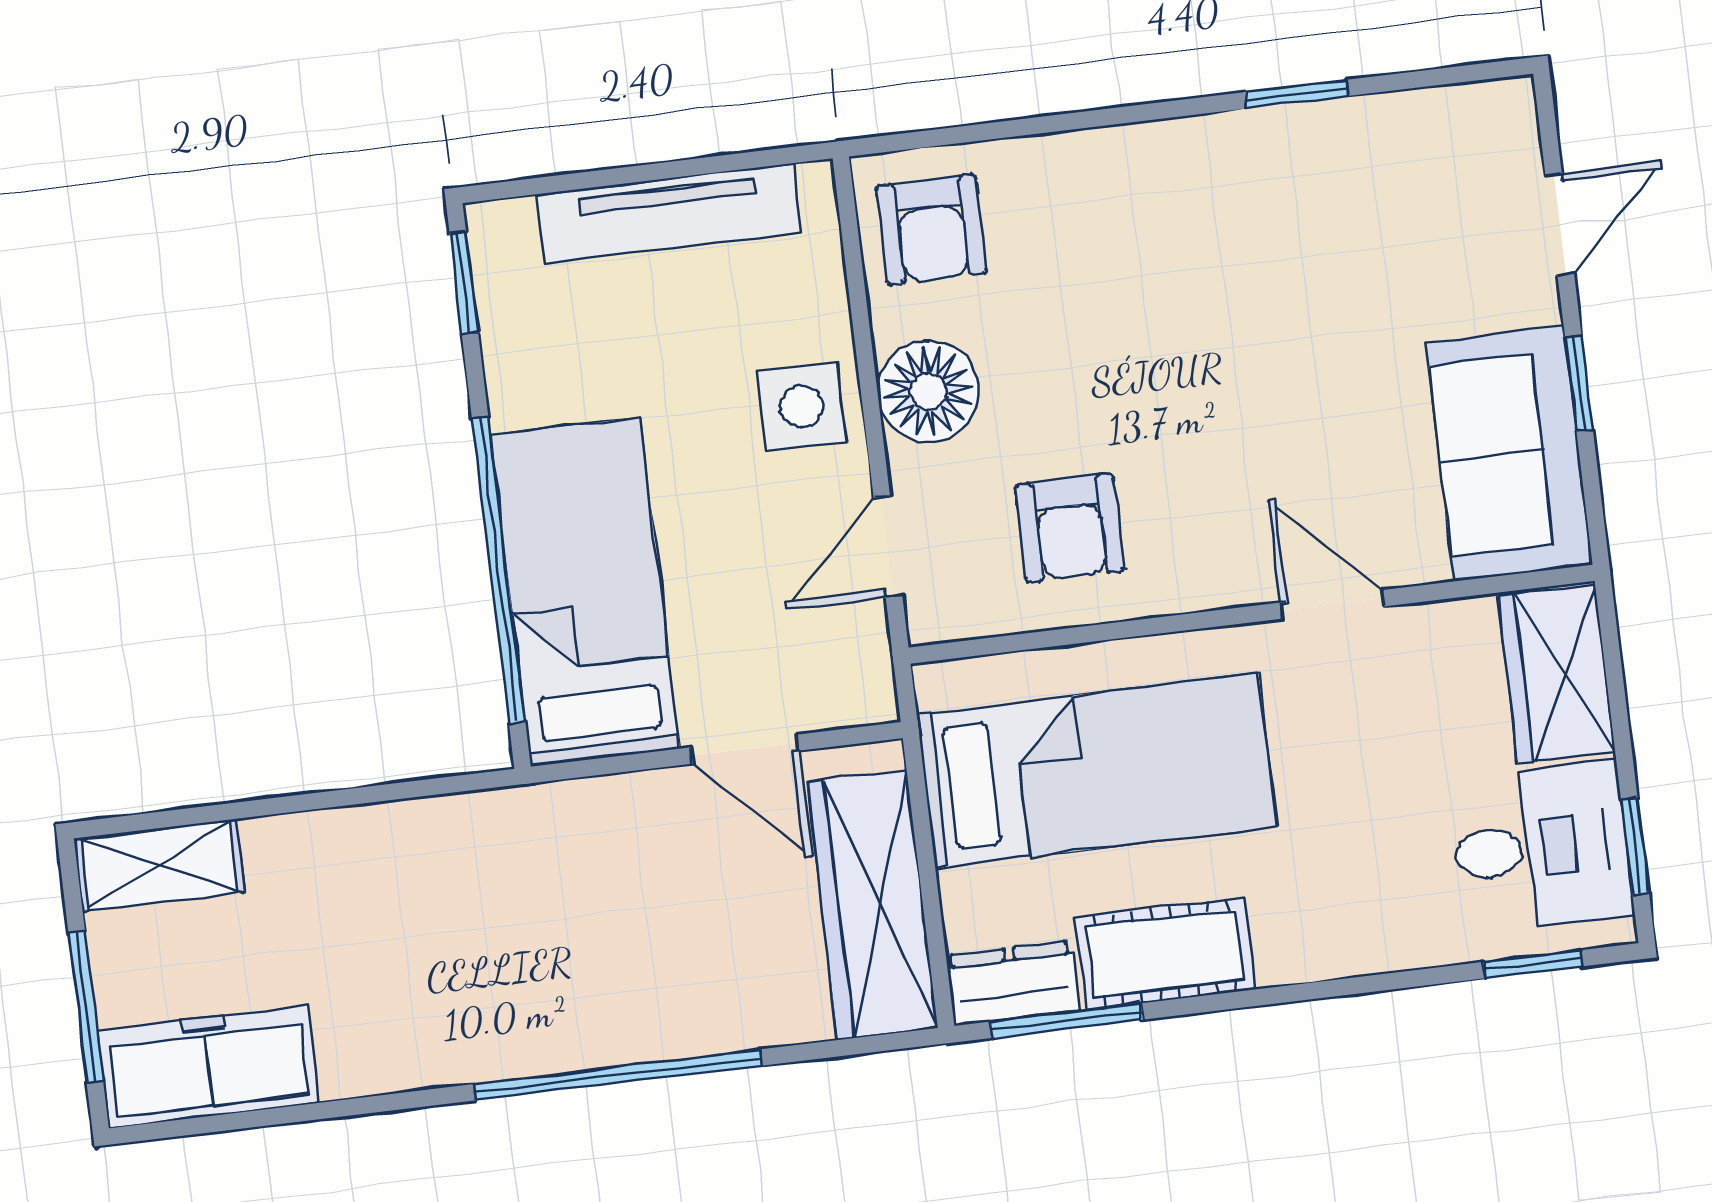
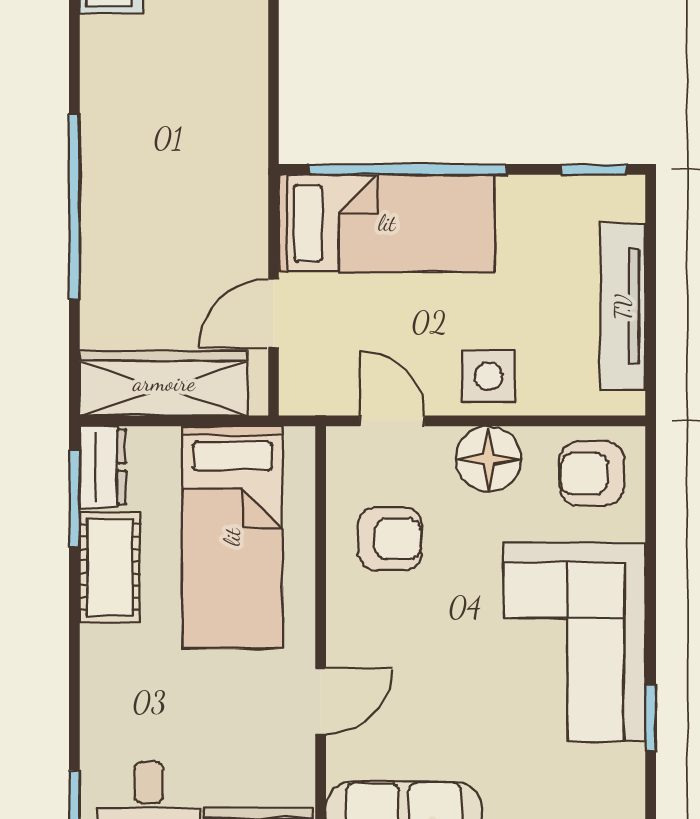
corner sofa: (1194, 225) -> (575, 642), added
armchair: (1070, 528) -> (390, 539), turned 180

